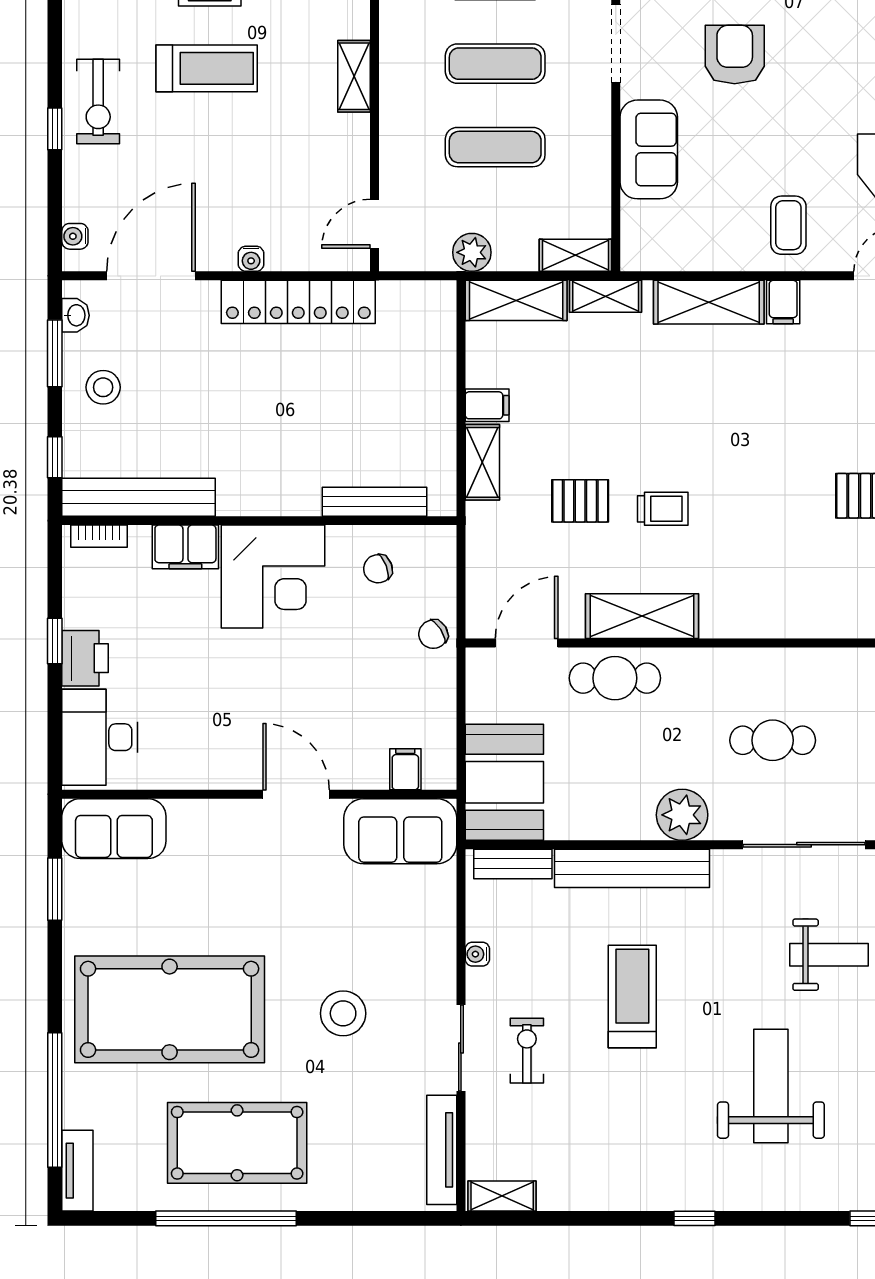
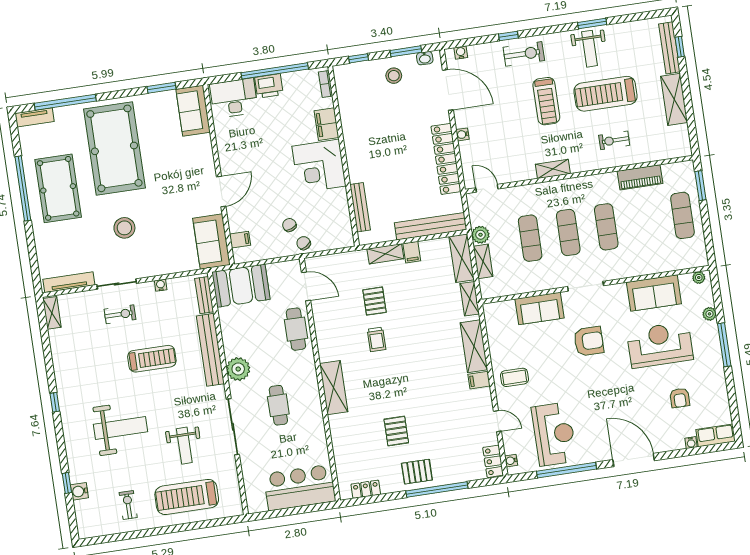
exercise bike: (98, 102) -> (524, 54), turned 180
shelving: (575, 255) -> (483, 261), moved
bench: (139, 497) -> (431, 226), moved, turned 90
chair: (378, 569) -> (289, 225), moved
shelving: (642, 616) -> (334, 388), moved
window: (55, 641) -> (275, 71), width x3.17

